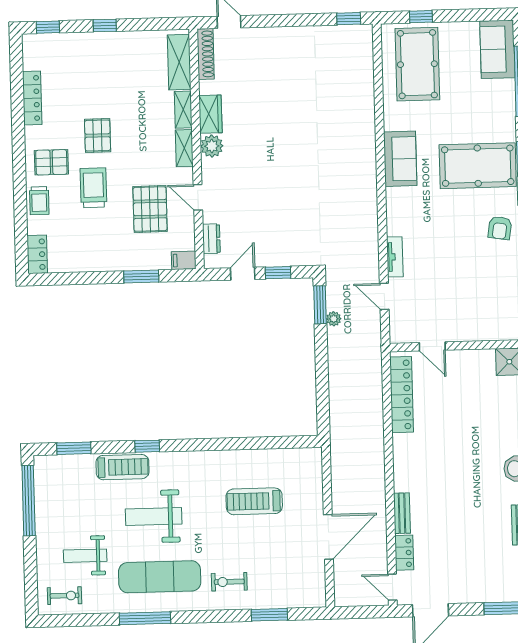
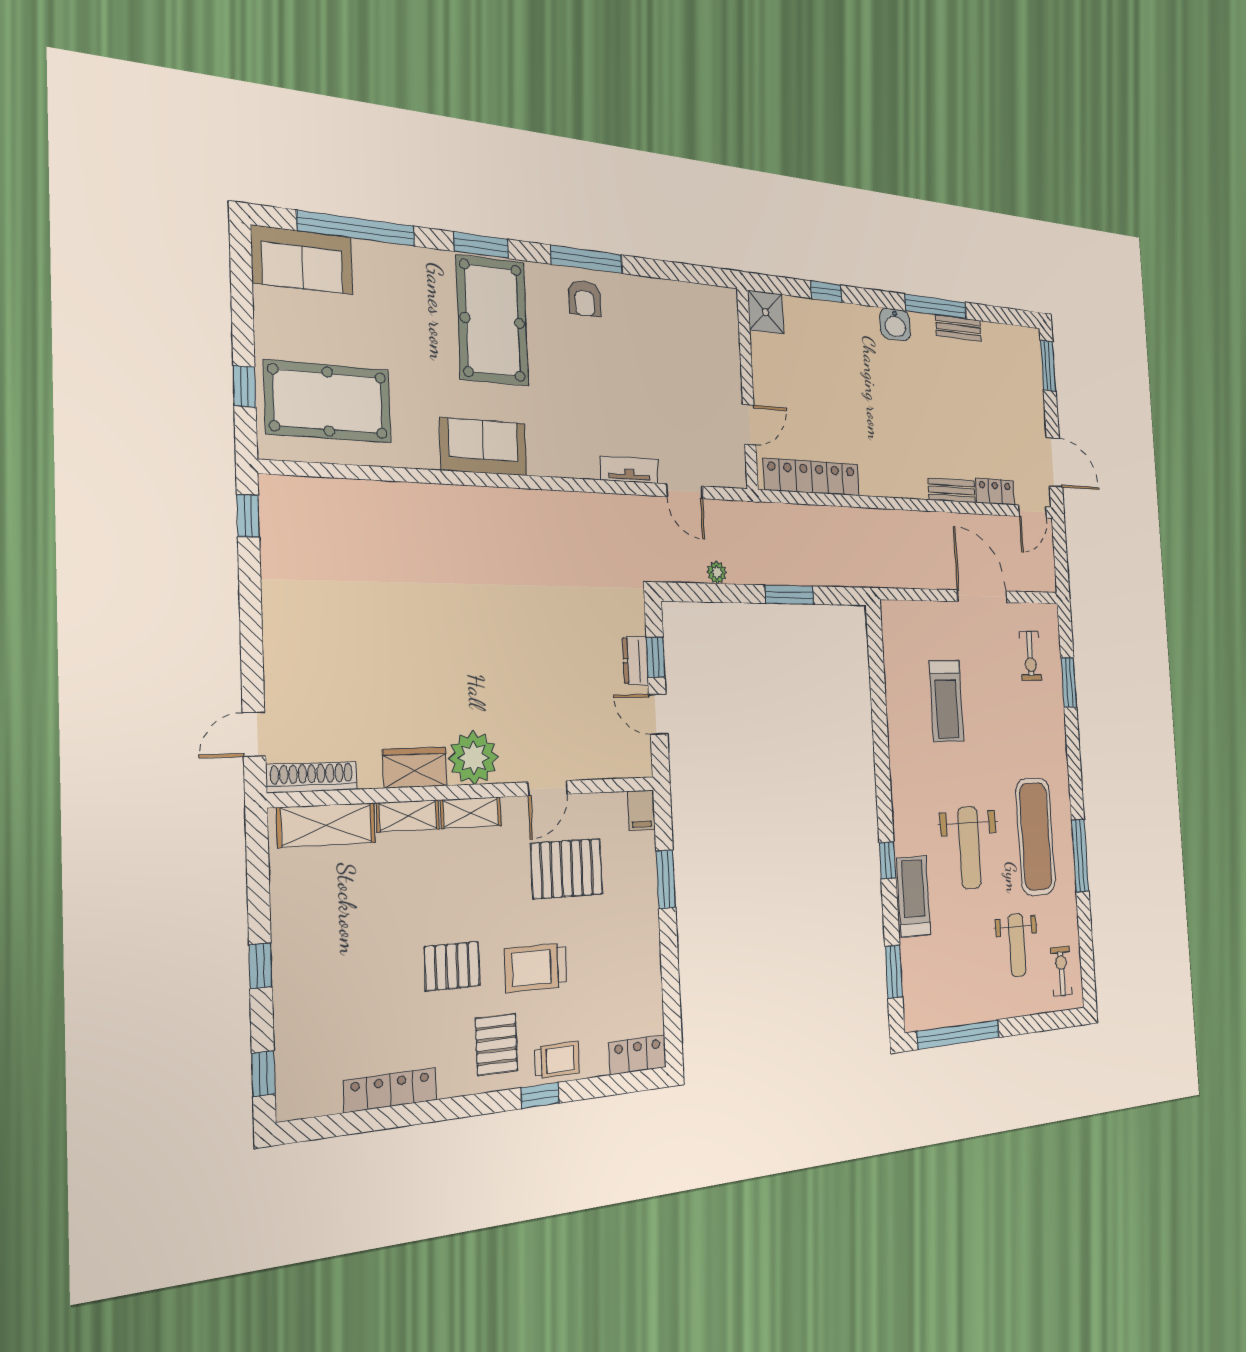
plant: (212, 146) -> (473, 758), width x1.36, depth x1.36
window: (20, 189) -> (540, 1095), added
armchair: (500, 228) -> (585, 298), turned 81
dresser: (211, 239) -> (635, 661), moved, turned -90
door: (384, 296) -> (685, 491), hinge flipped
window: (320, 305) -> (790, 595), moved
exercise bike: (229, 582) -> (1030, 656), moved

